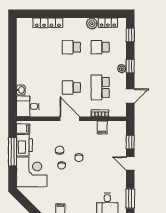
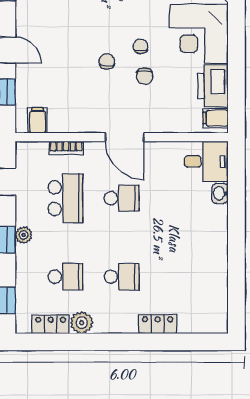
locker: (48, 23) -> (158, 324), width x0.66
filing cabinet: (102, 127) -> (38, 120), moved
window: (12, 152) -> (236, 73), removed

